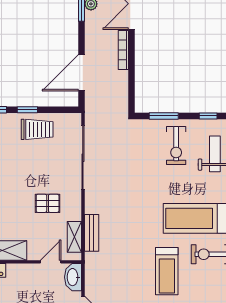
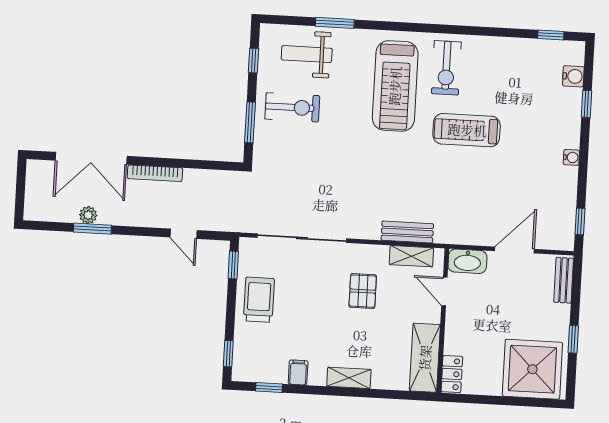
door: (81, 73) -> (183, 234), width x0.53
window: (27, 110) -> (233, 265), moved
treadmill: (167, 271) -> (467, 130), turned 180

